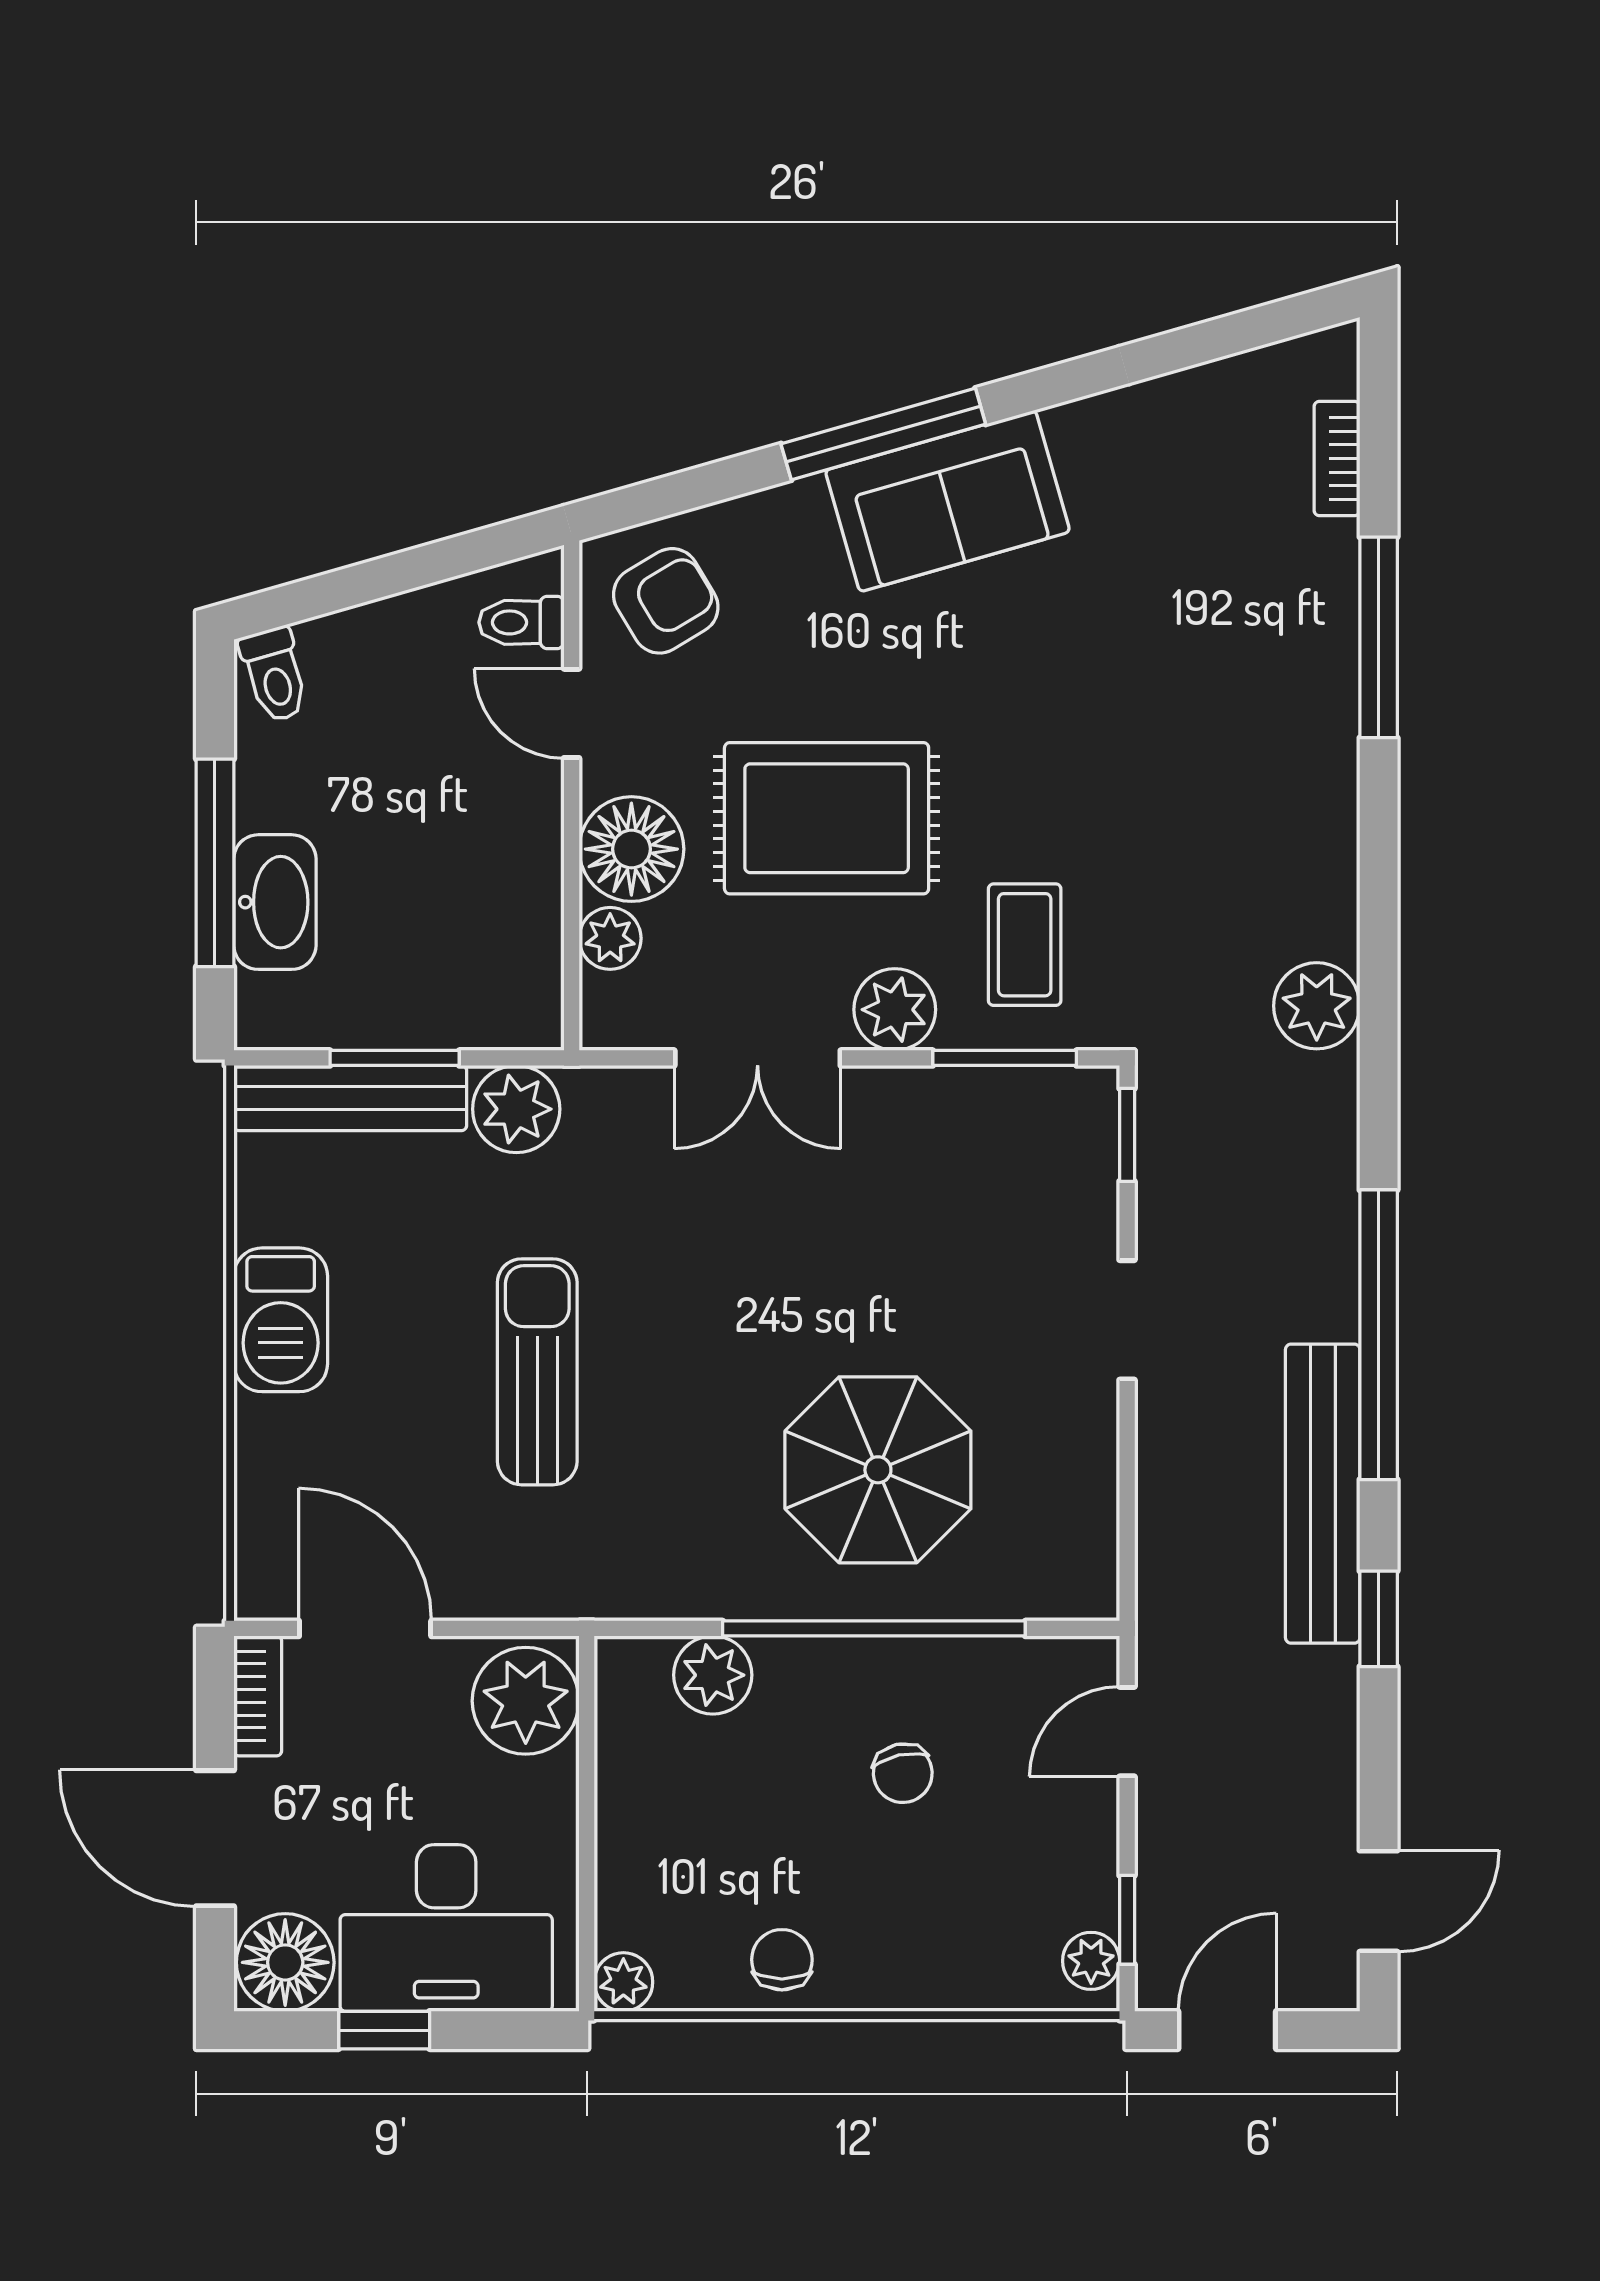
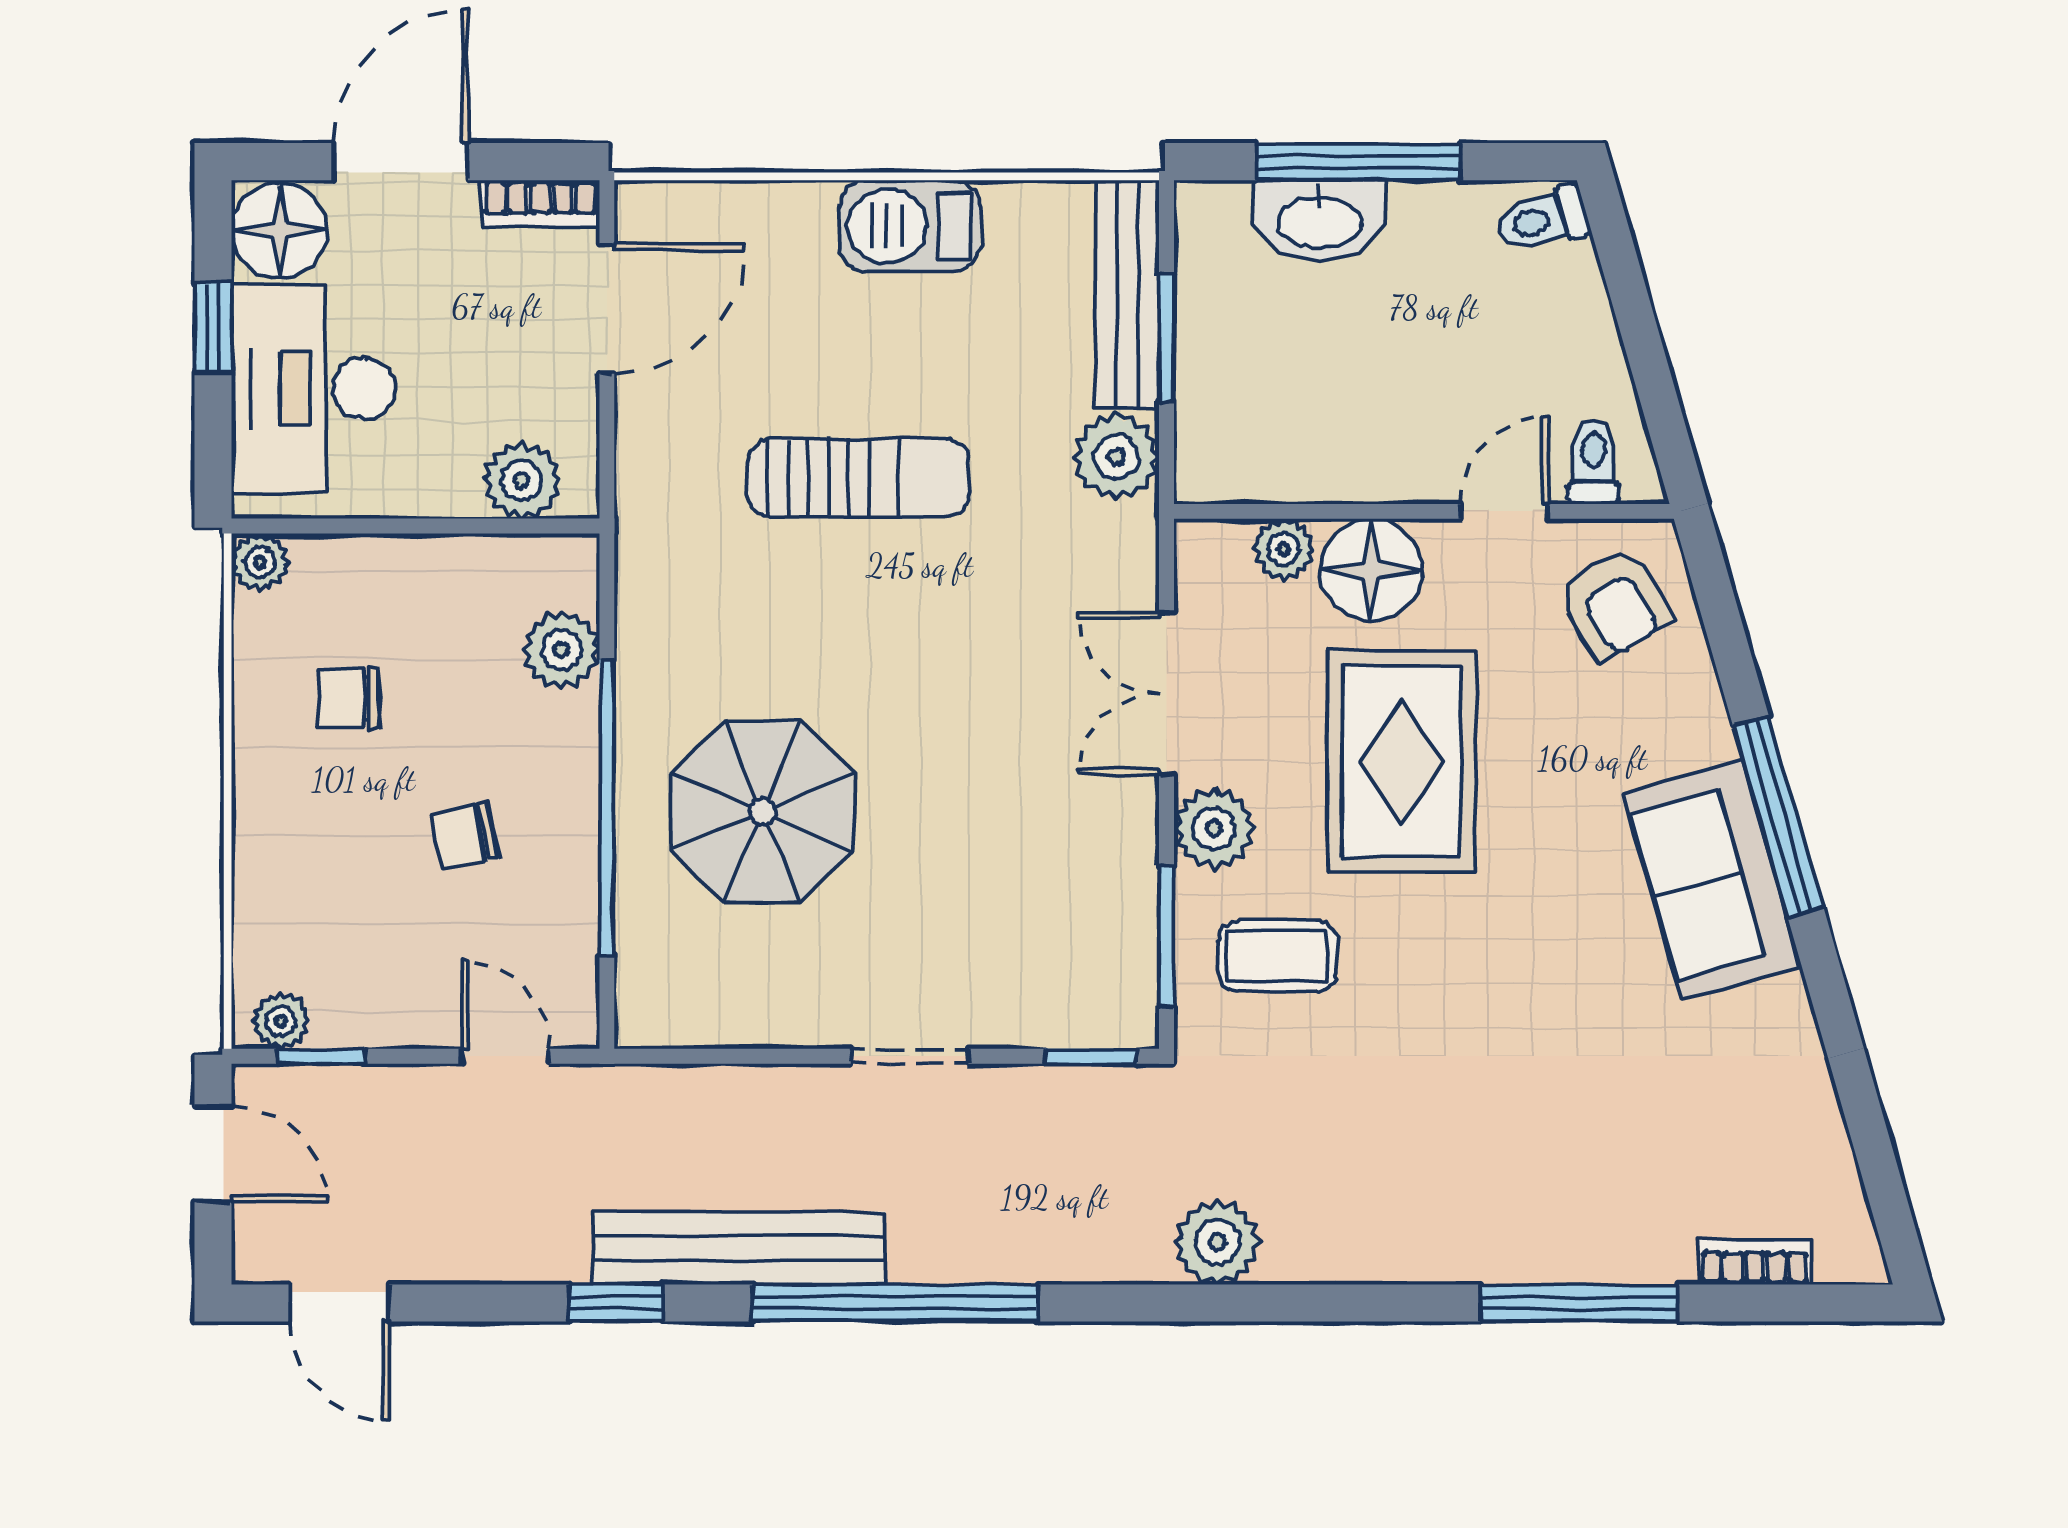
plant: (526, 1701) -> (522, 480), width x0.73, depth x0.73
chair: (782, 1960) -> (349, 698), moved, turned 180

